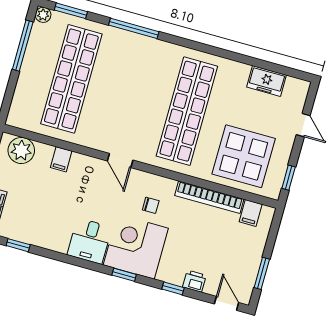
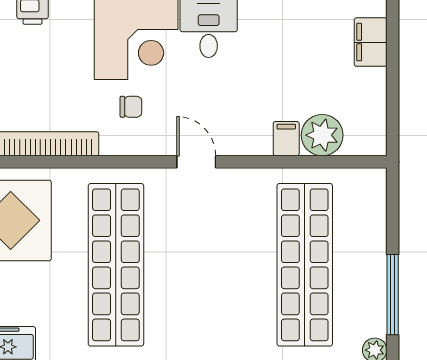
plant: (21, 150) -> (322, 135), moved
chair: (151, 205) -> (131, 107), turned 180

